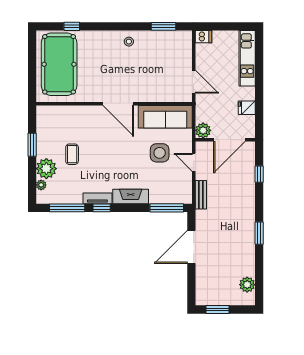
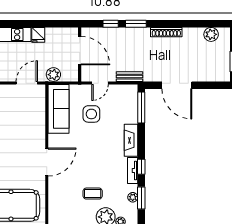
door: (118, 104) -> (47, 162), moved
fridge: (247, 108) -> (38, 35), moved
plant: (203, 130) -> (53, 75), moved
plant: (68, 198) -> (133, 197), added
window: (67, 208) -> (141, 198), width x0.69
window: (259, 233) -> (136, 24), moved
shoe rack: (250, 235) -> (166, 32), added

